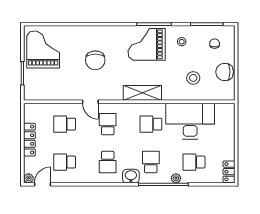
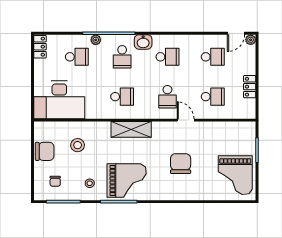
desk: (190, 121) -> (59, 100), moved
locker: (29, 140) -> (250, 87), width x0.66
school desk: (108, 162) -> (167, 57), turned 90

